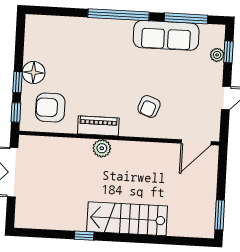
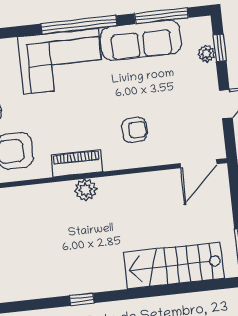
corner sofa: (99, 41) -> (61, 61), added
armchair: (149, 106) -> (134, 130), turned -110
stairs: (127, 219) -> (174, 265), moved

